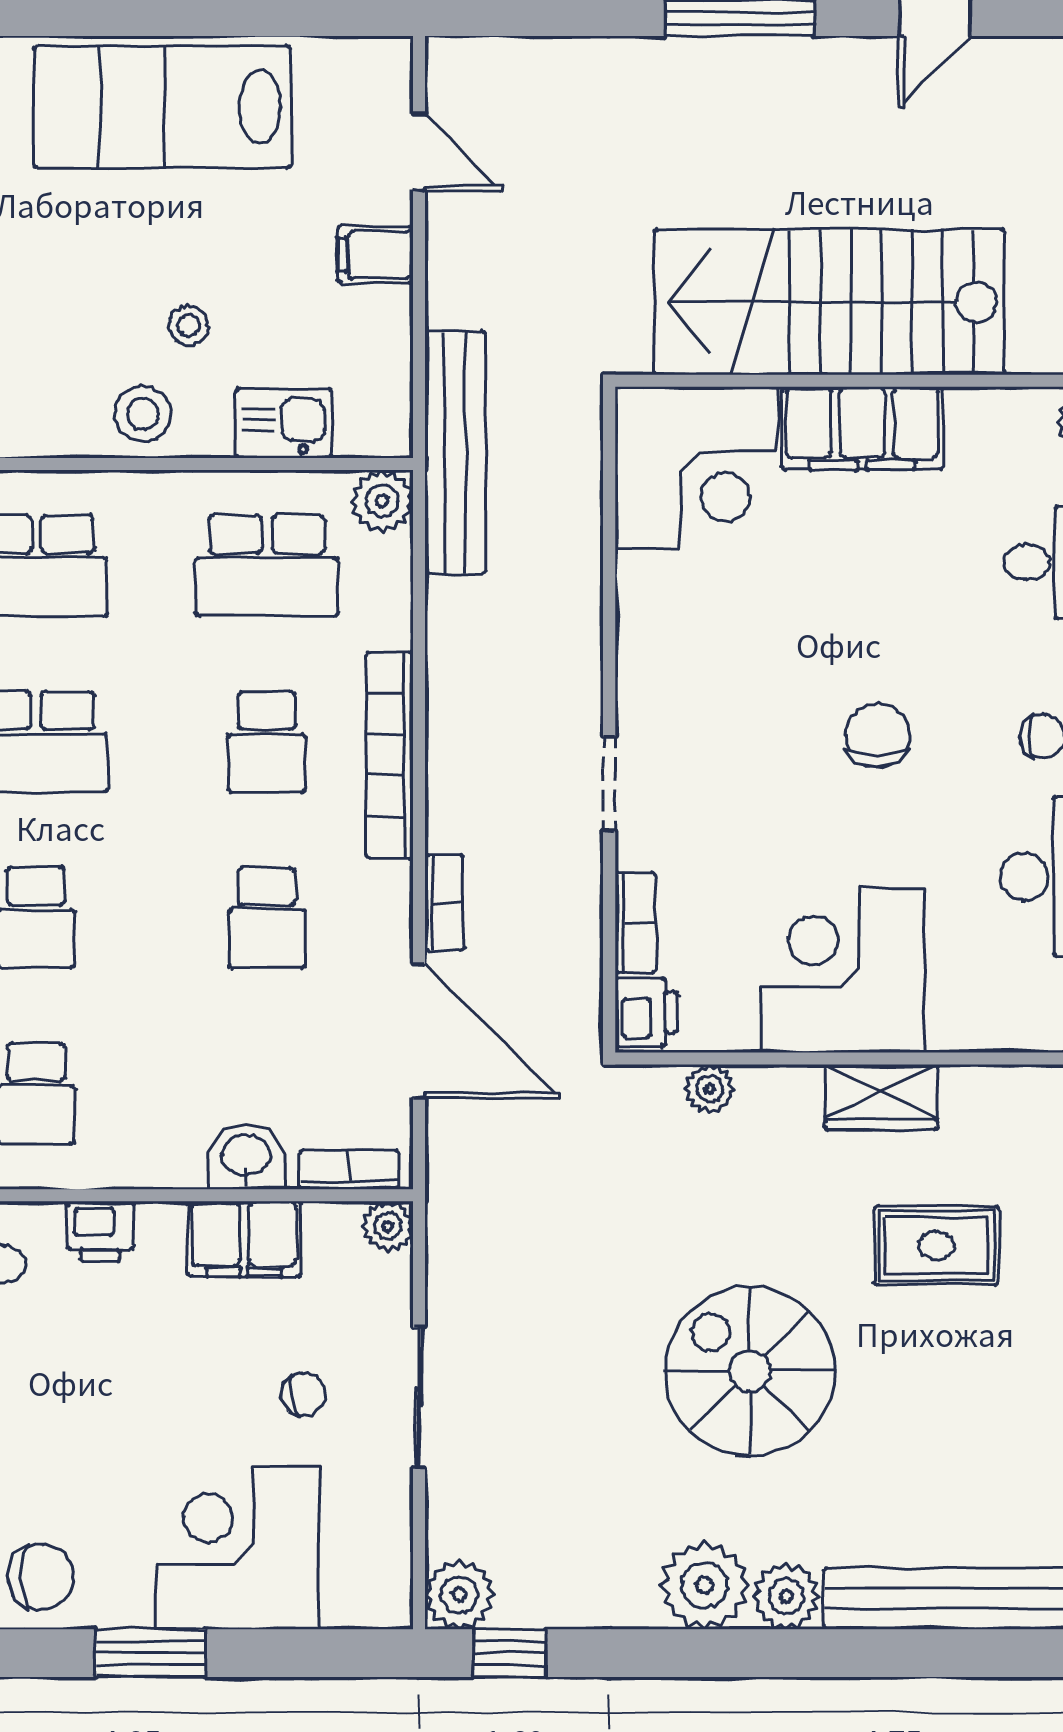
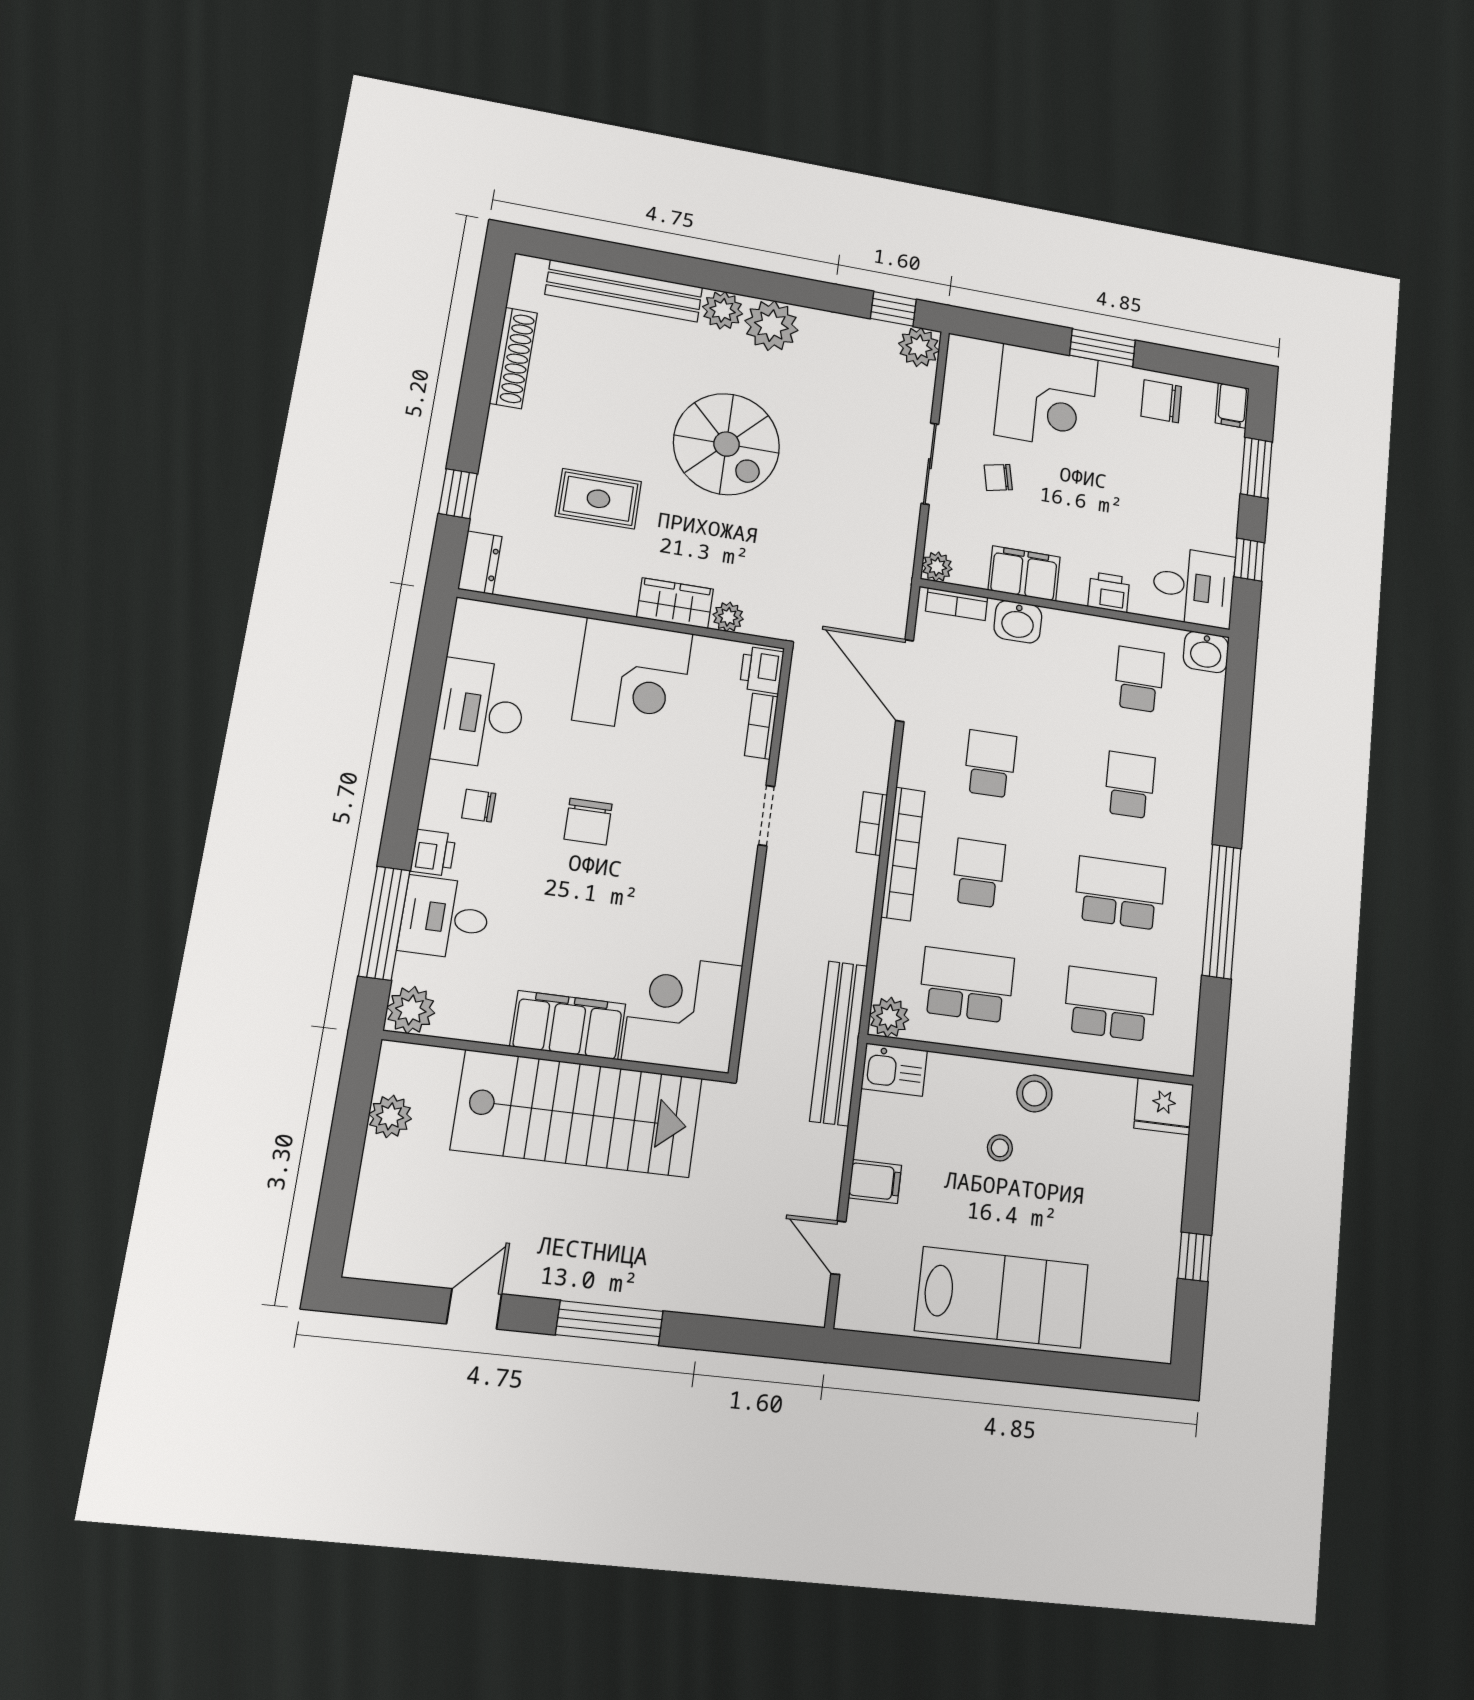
kitchen sink: (284, 423) -> (894, 1070), moved
bookcase: (444, 903) -> (872, 823), moved
wardrobe: (881, 1097) -> (675, 603), moved

